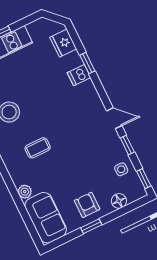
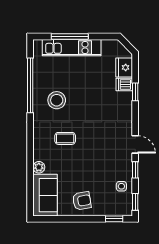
dishwasher: (79, 75) -> (124, 84), moved
floor lamp: (119, 201) -> (108, 210), removed
armchair: (87, 205) -> (82, 201), turned 80
window: (91, 226) -> (114, 219), moved

